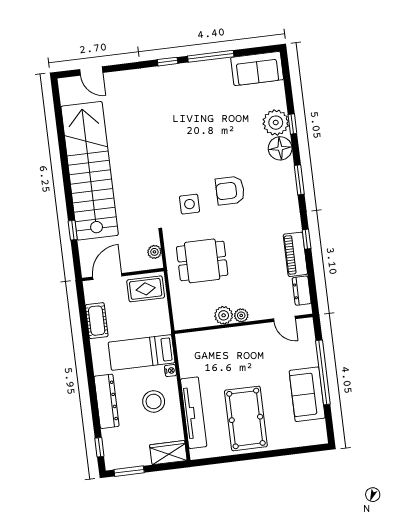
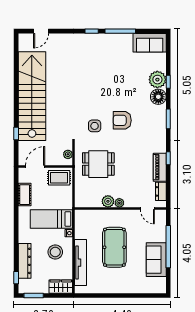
door: (91, 71) -> (41, 31), hinge flipped
dresser: (107, 401) -> (25, 261), moved
pool table: (246, 418) -> (114, 247), moved

